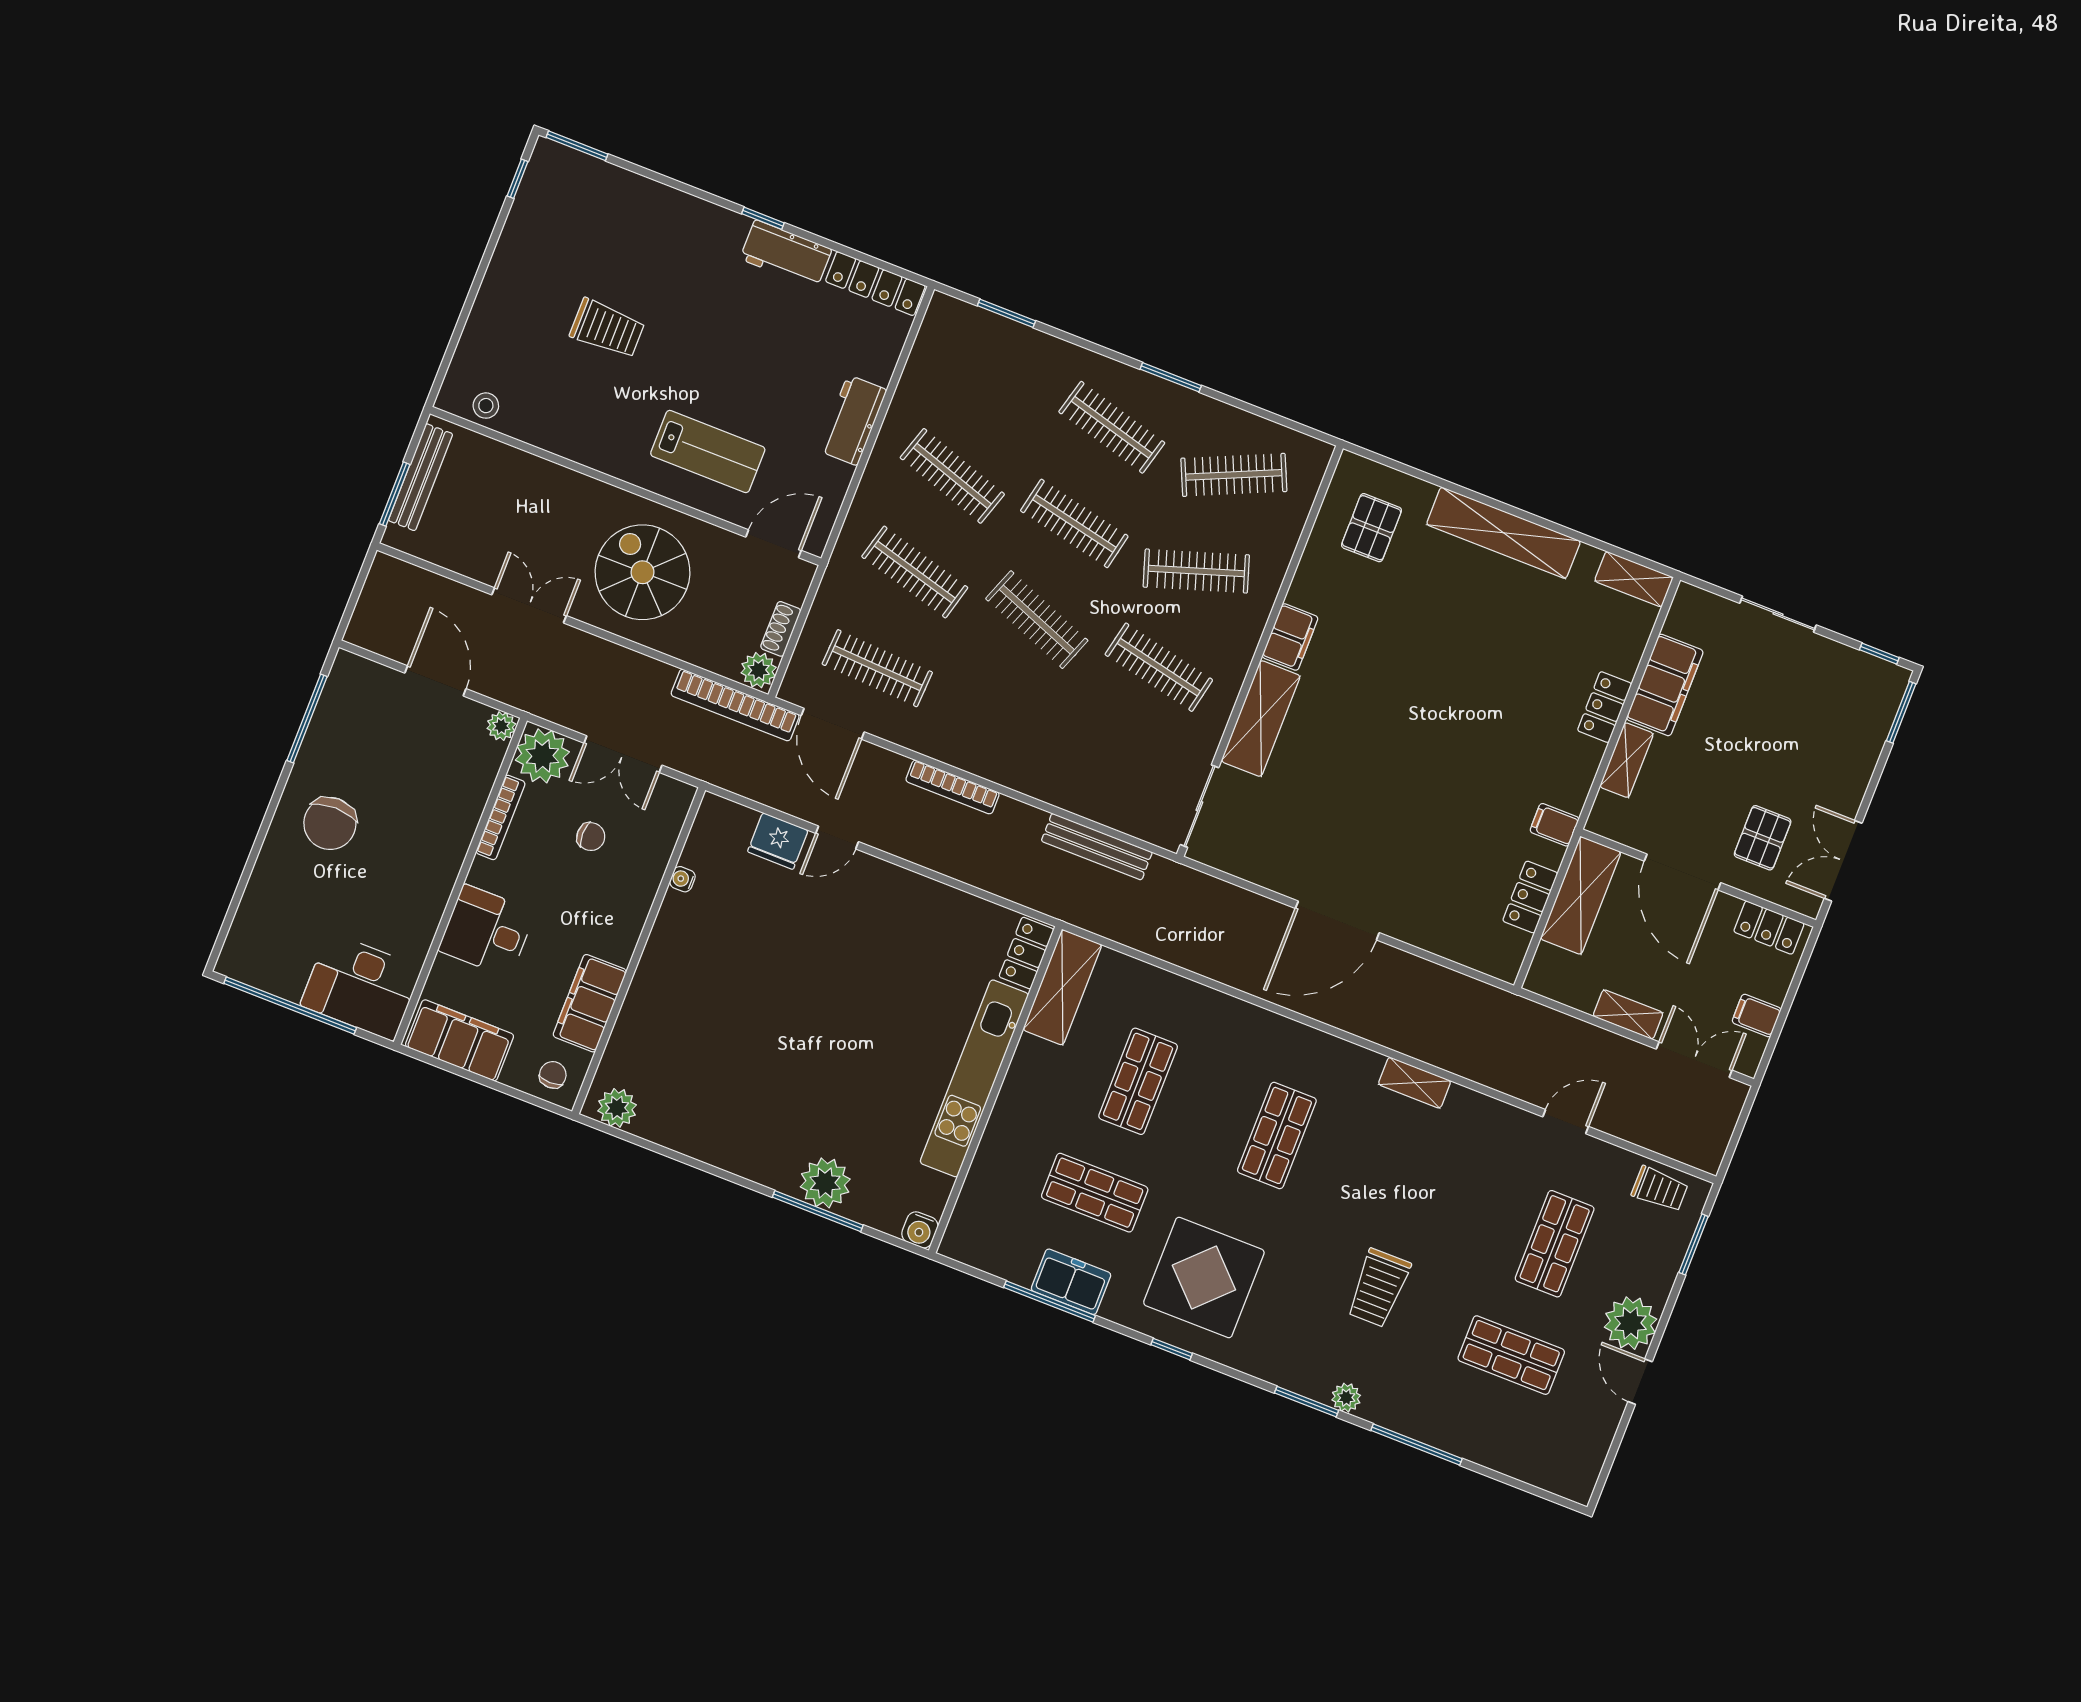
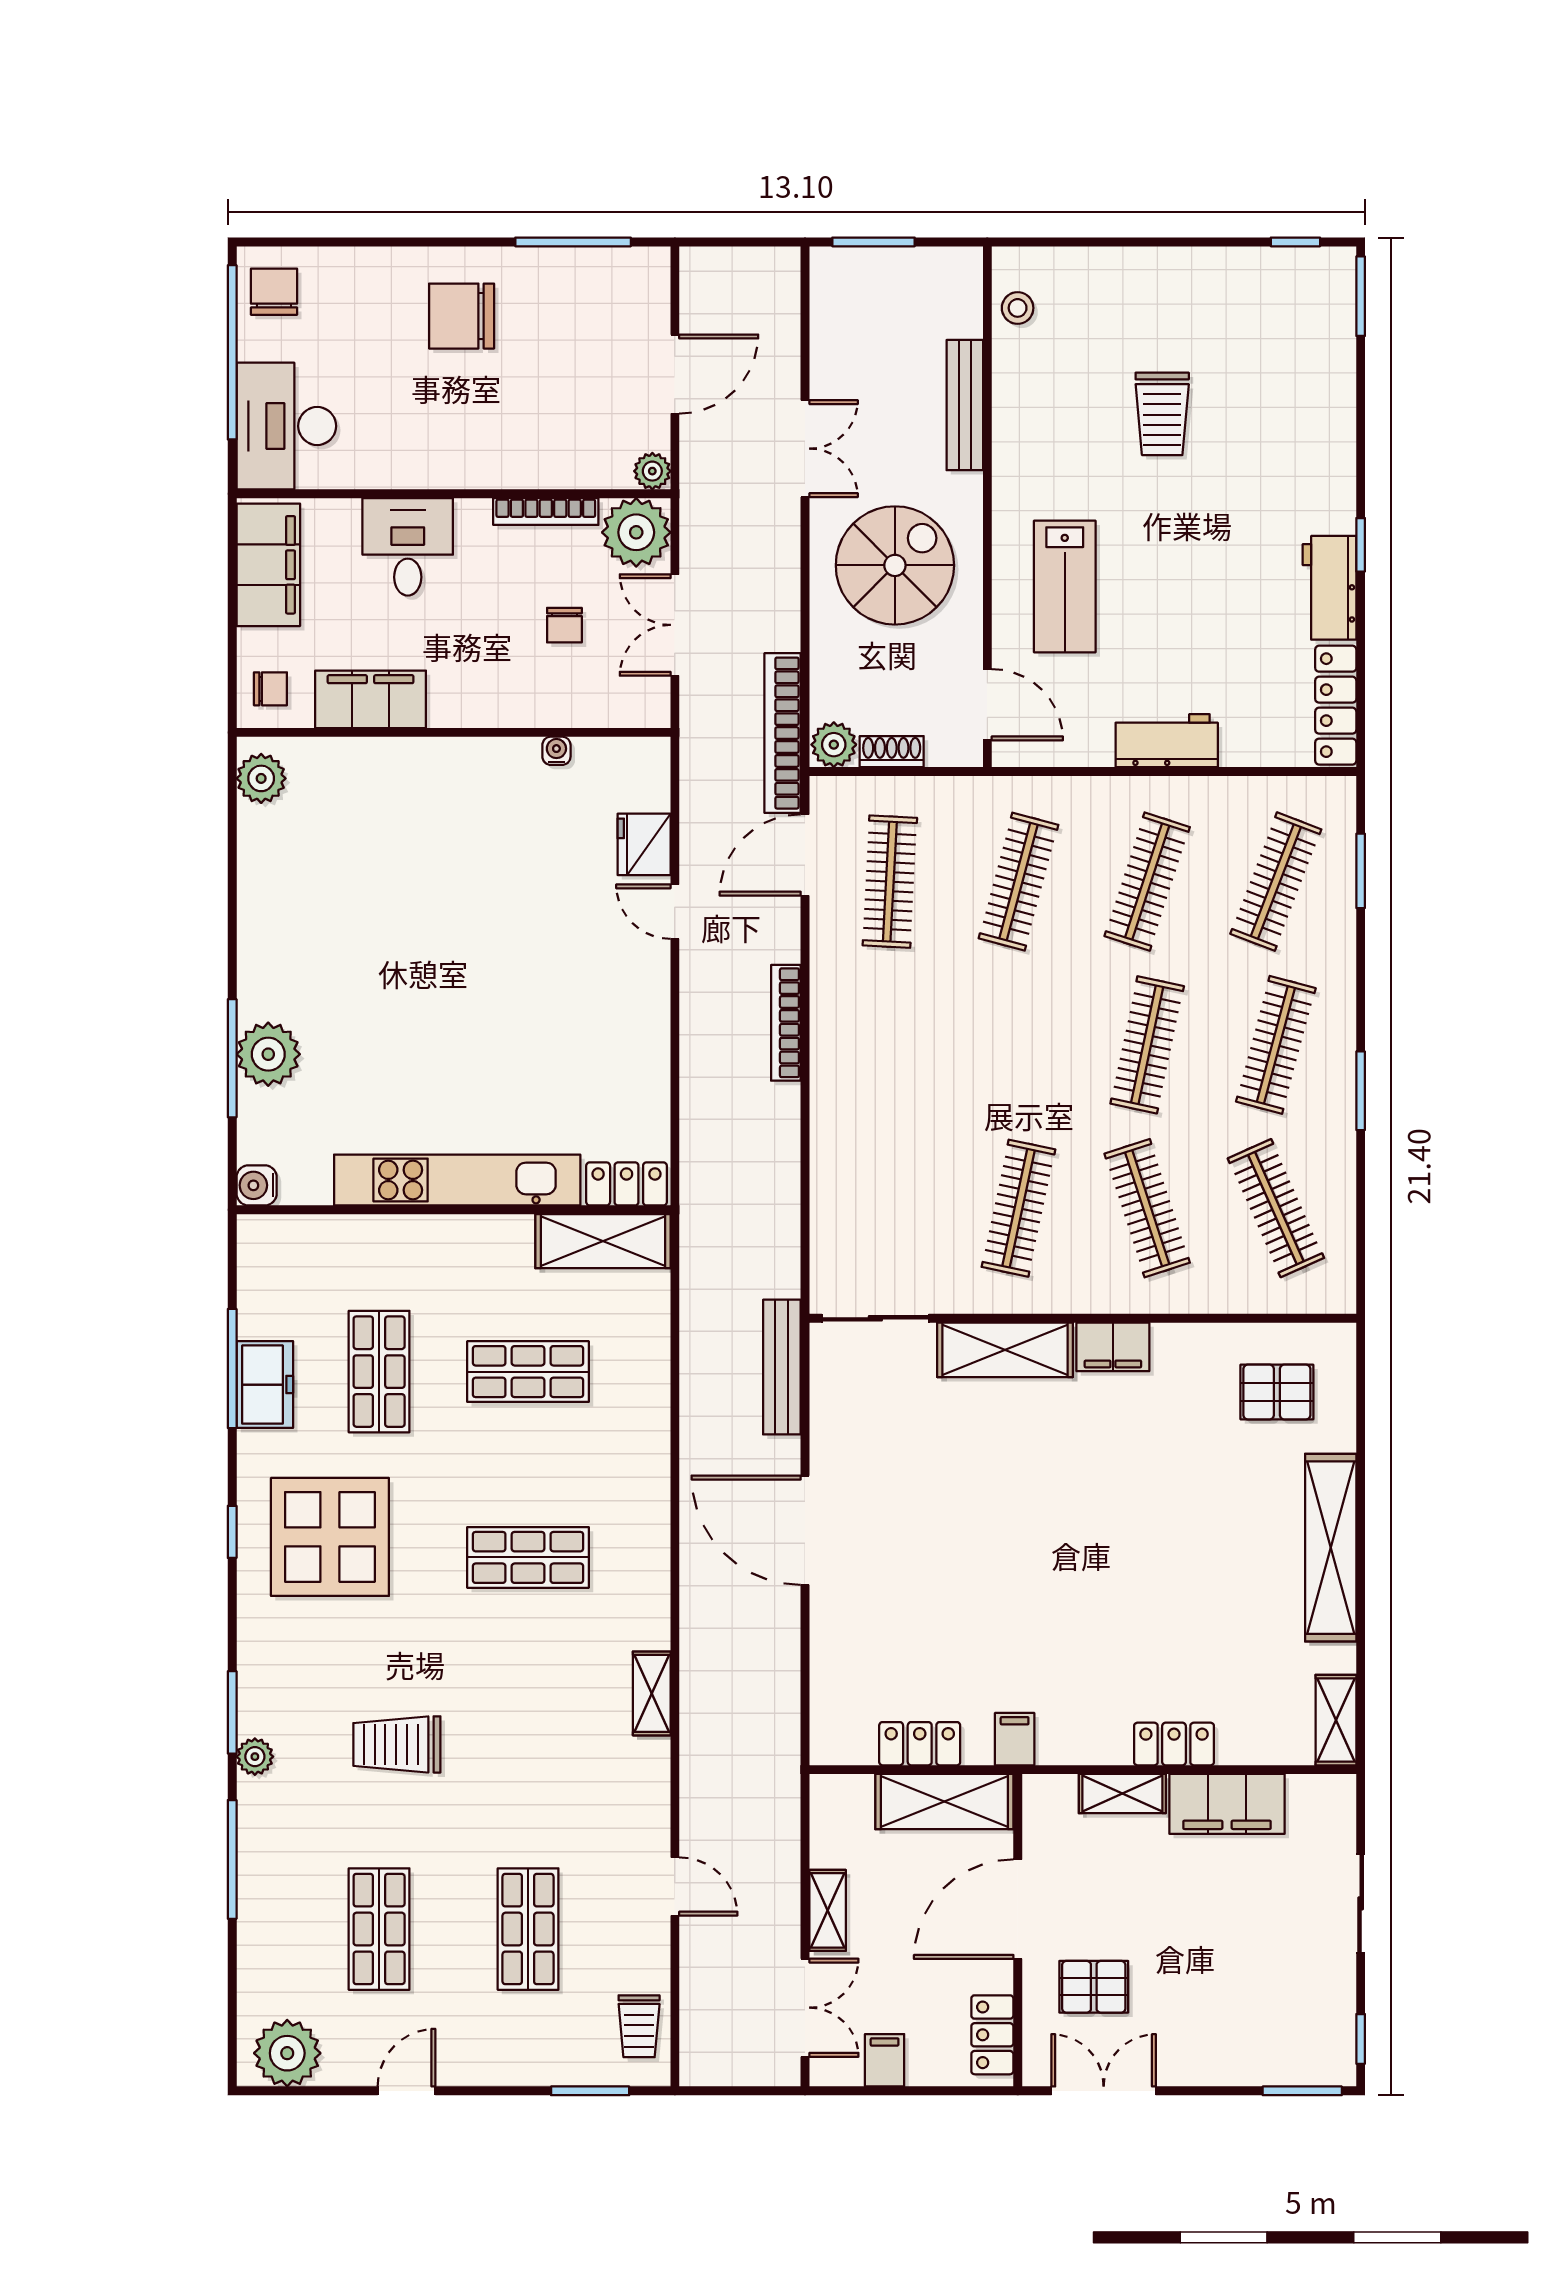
bench: (421, 477) -> (965, 405), moved, turned 90
clothes rail: (1037, 620) -> (1276, 882), moved
bench: (1097, 847) -> (782, 1367), moved
chair: (257, 956) -> (274, 292), added
shop shelf: (1555, 1244) -> (528, 1929), turned 90
plant: (1631, 1323) -> (287, 2053), moved

